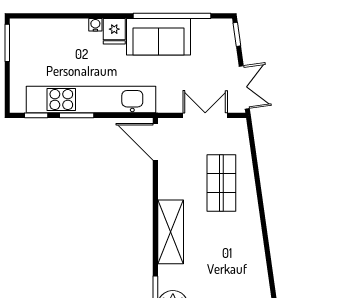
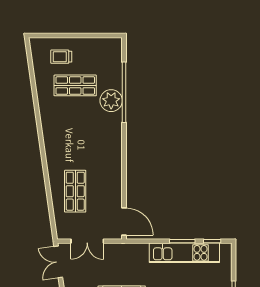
kitchen unit: (91, 100) -> (184, 253), width x0.73
shelving: (171, 232) -> (113, 155), removed

